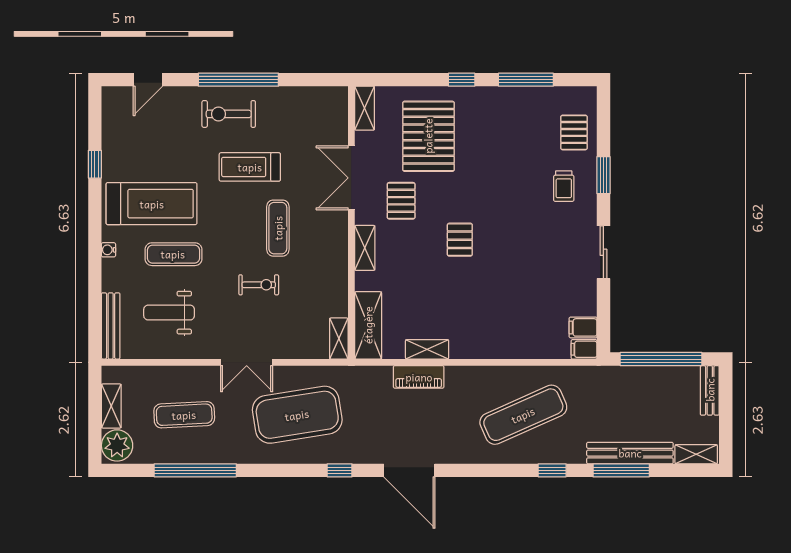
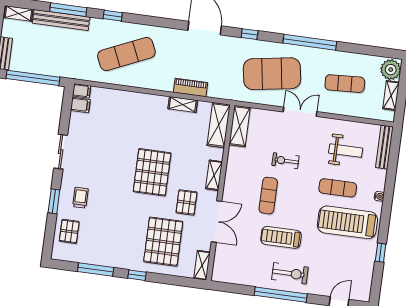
treadmill: (250, 167) -> (281, 237), turned 180
pallet: (460, 240) -> (152, 172), width x2.05, depth x2.00
shelving: (339, 339) -> (240, 126), width x1.50, depth x1.33
window: (195, 470) -> (310, 42), moved

